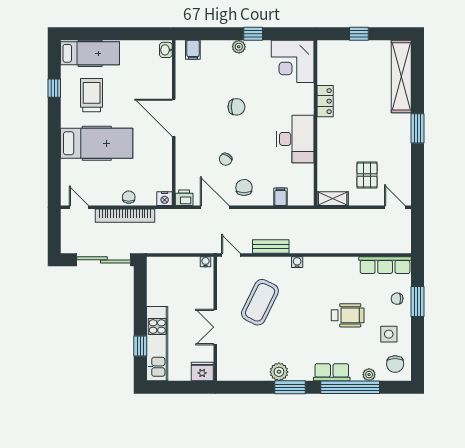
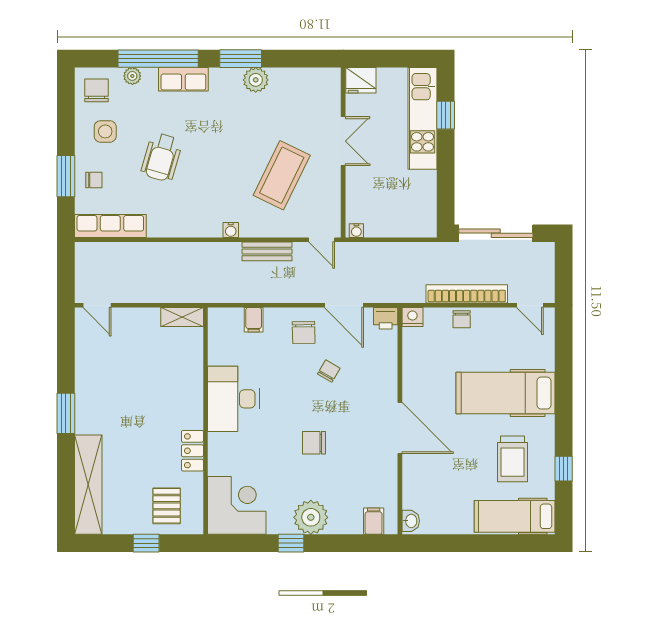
plant: (239, 47) -> (311, 517), width x1.87, depth x1.87
pallet: (367, 175) -> (167, 506), moved
wheelchair: (348, 315) -> (162, 157), turned -74

